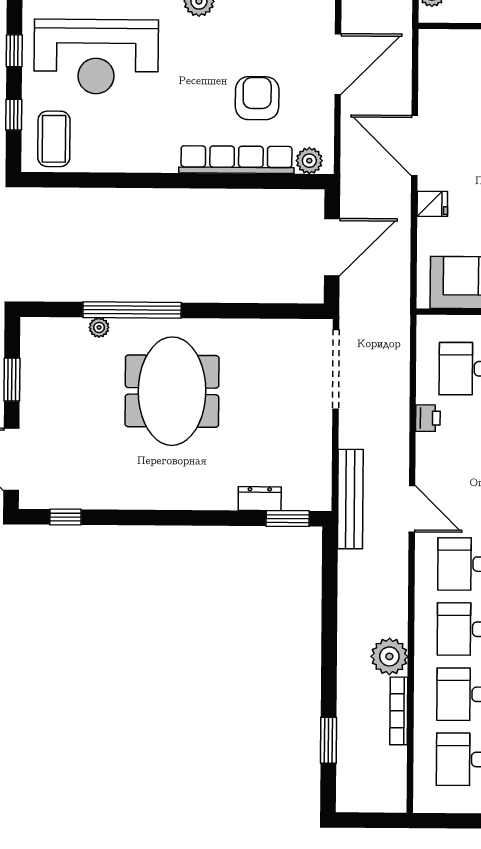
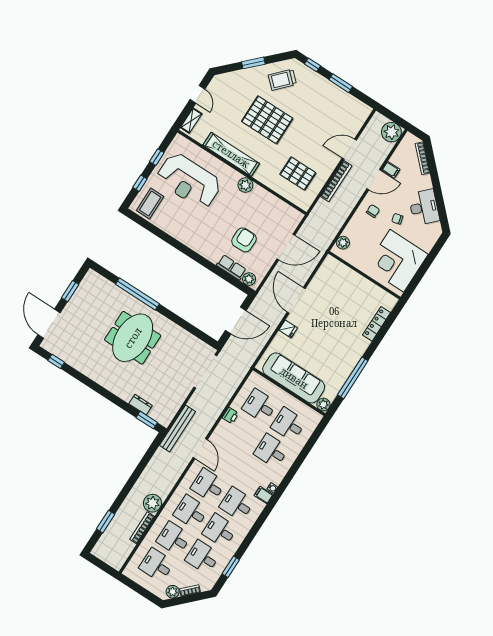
row of seats: (236, 160) -> (231, 267), width x0.50
plant: (99, 327) -> (119, 293), removed

